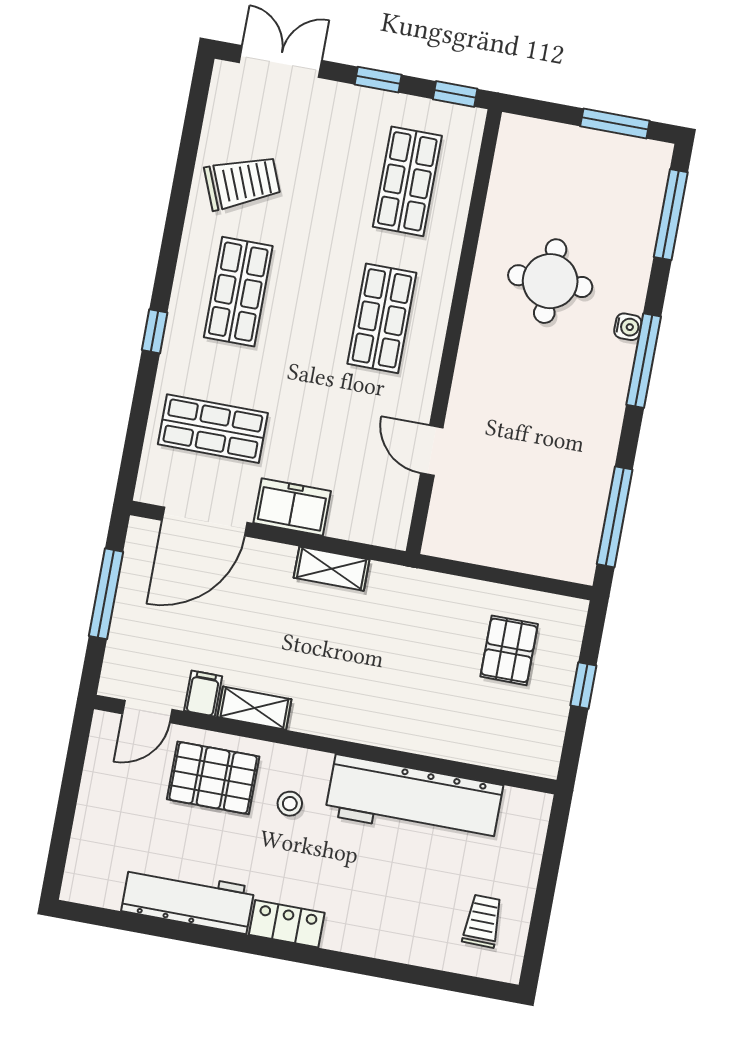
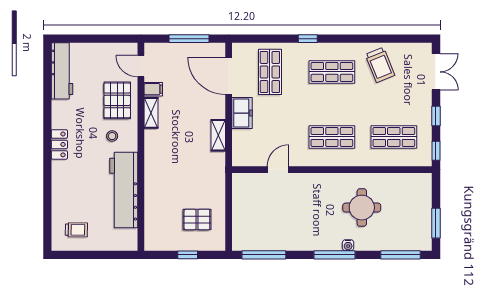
workbench: (188, 899) -> (62, 71), moved

